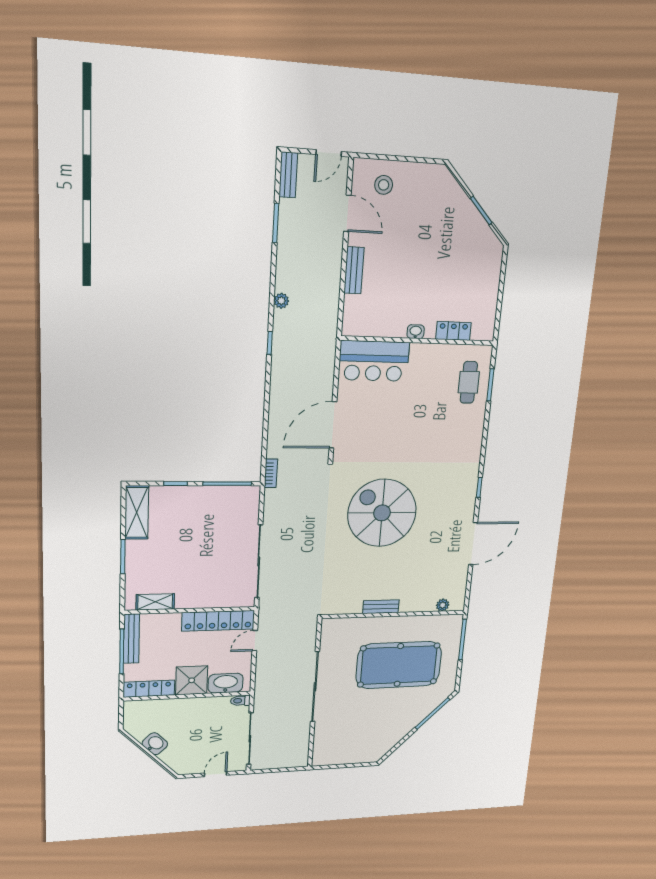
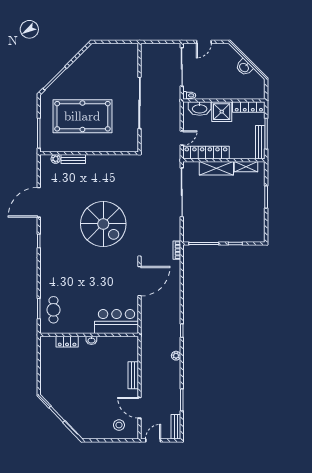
shelving: (137, 512) -> (216, 168), moved, turned 90
bench: (381, 607) -> (73, 159), moved

